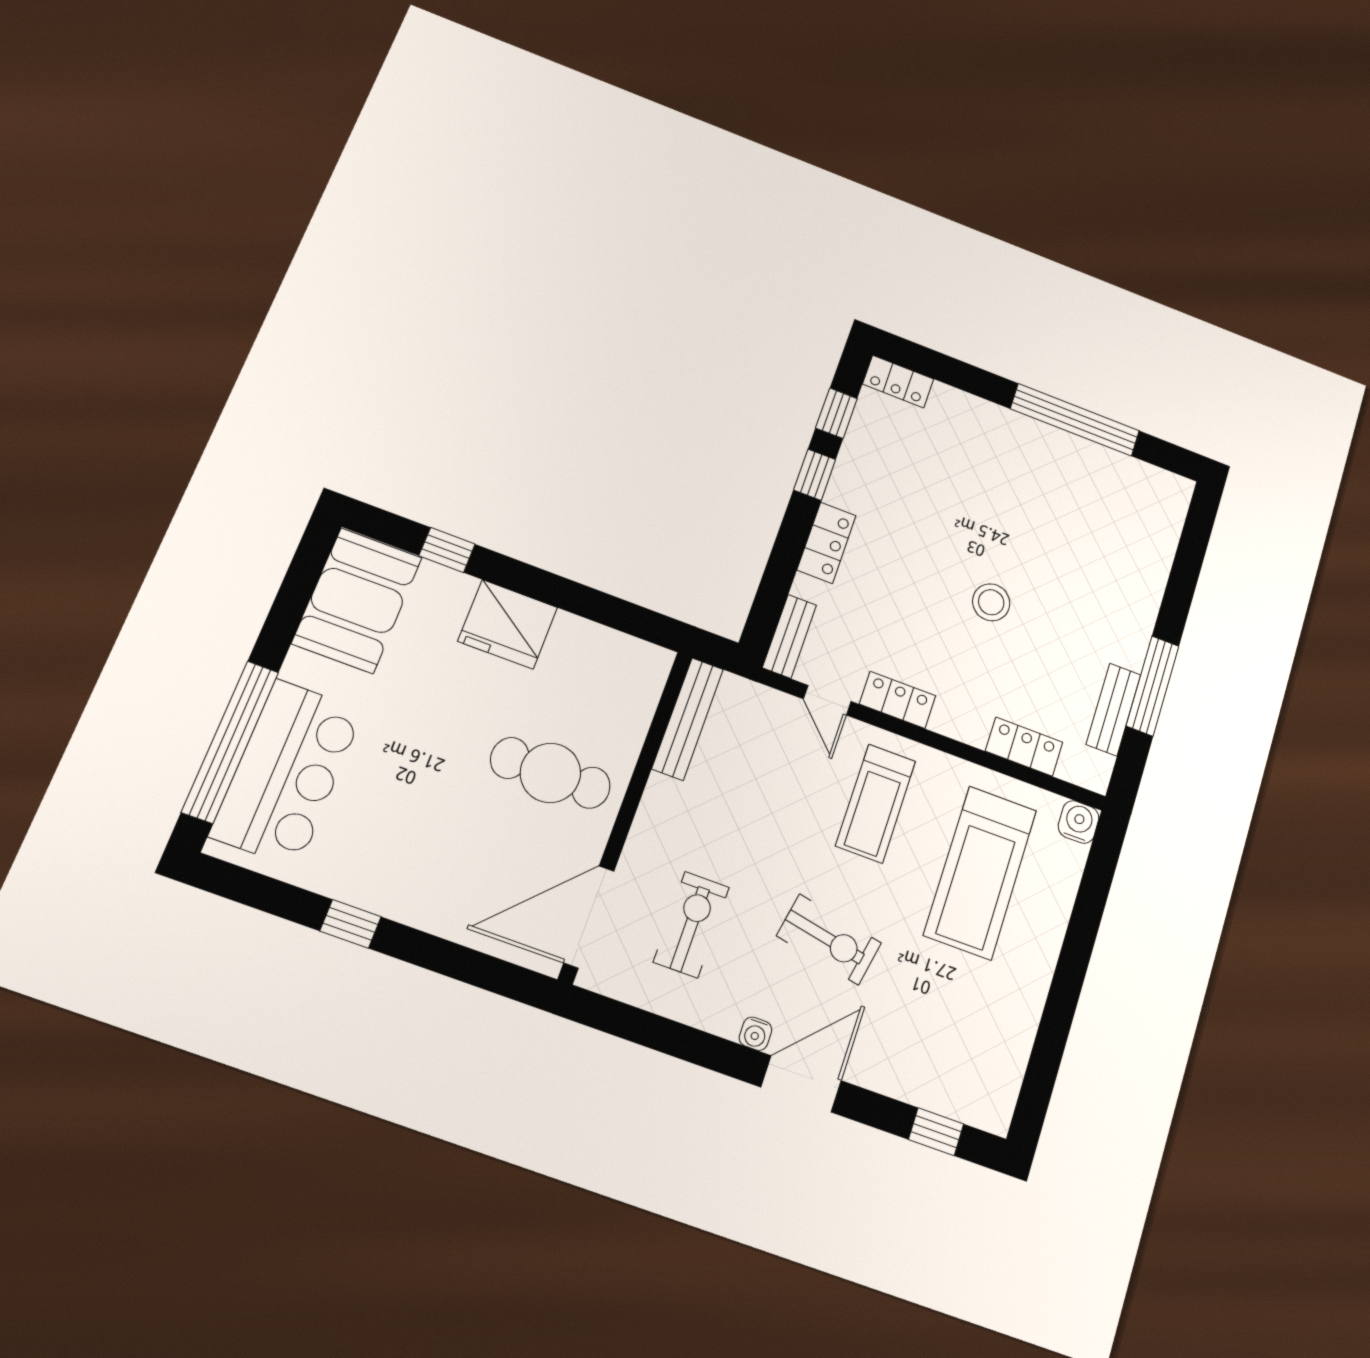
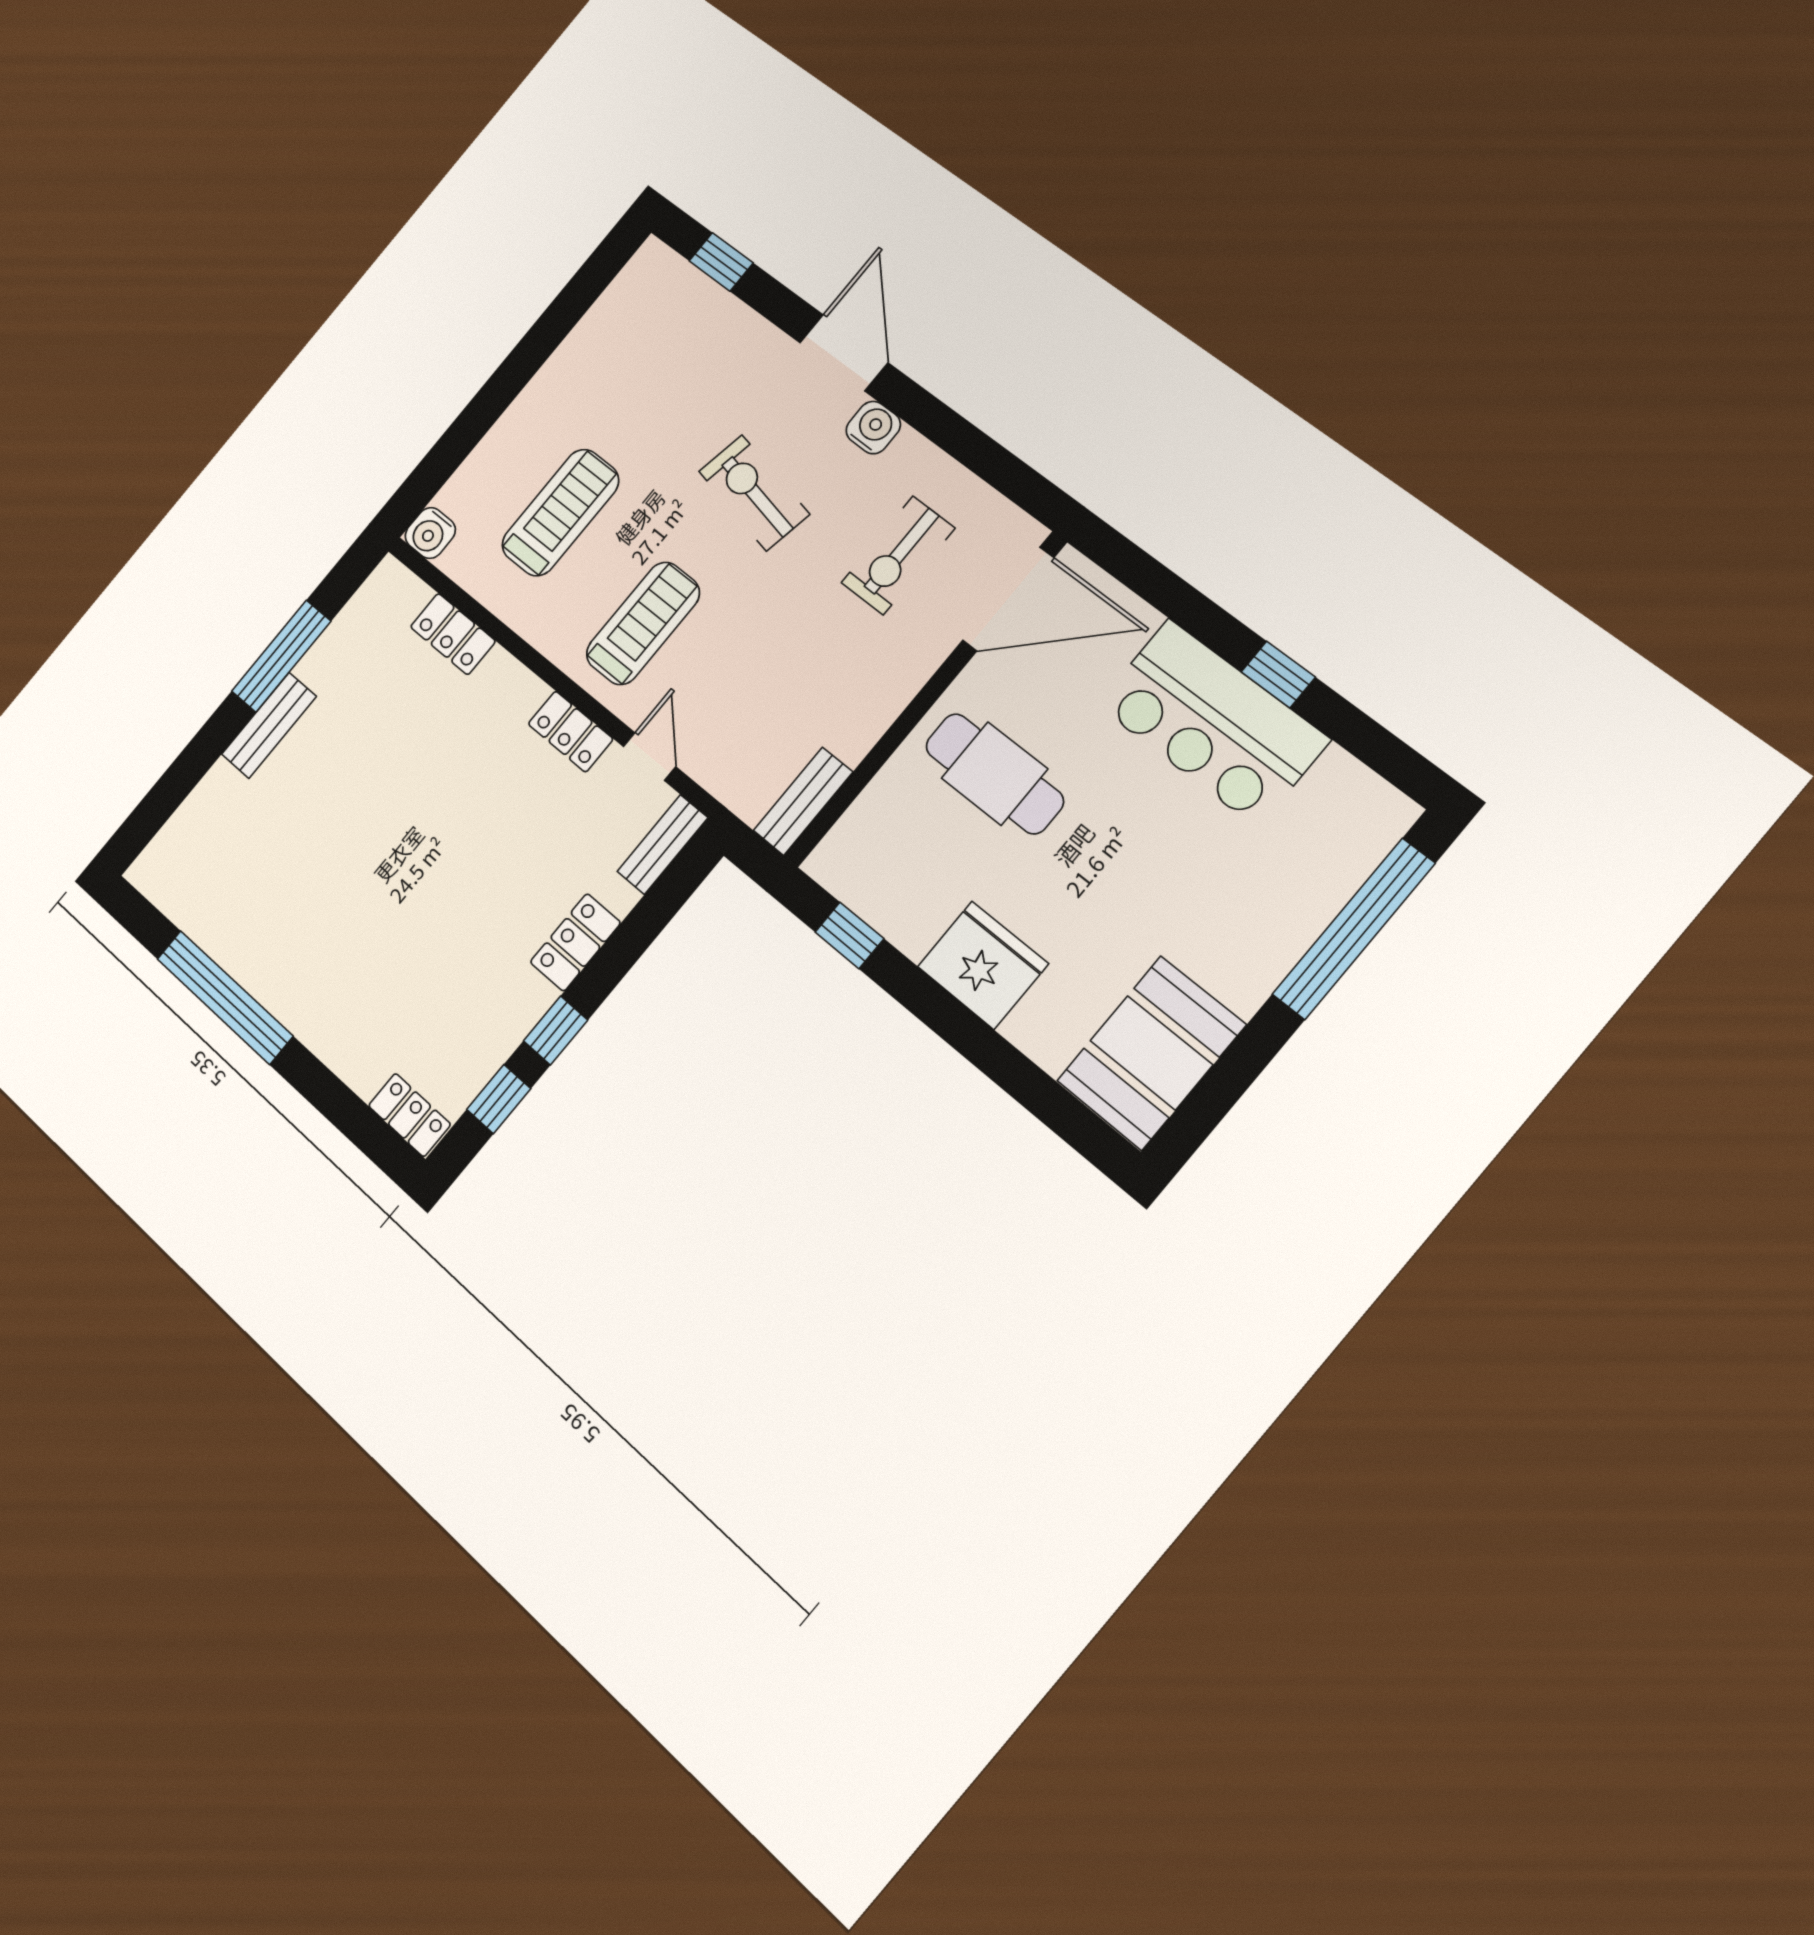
window: (447, 550) -> (849, 935), moved
stool: (991, 602) -> (417, 810), removed
bench: (1113, 710) -> (269, 725), moved
bench: (688, 719) -> (803, 801), width x0.73
bar counter: (287, 773) -> (1213, 722), moved, turned -90
treadmill: (980, 872) -> (560, 513), width x0.73, depth x0.73
water cooler: (755, 1034) -> (873, 427), width x1.38, depth x1.38
door: (801, 1084) -> (844, 353), swing flipped

